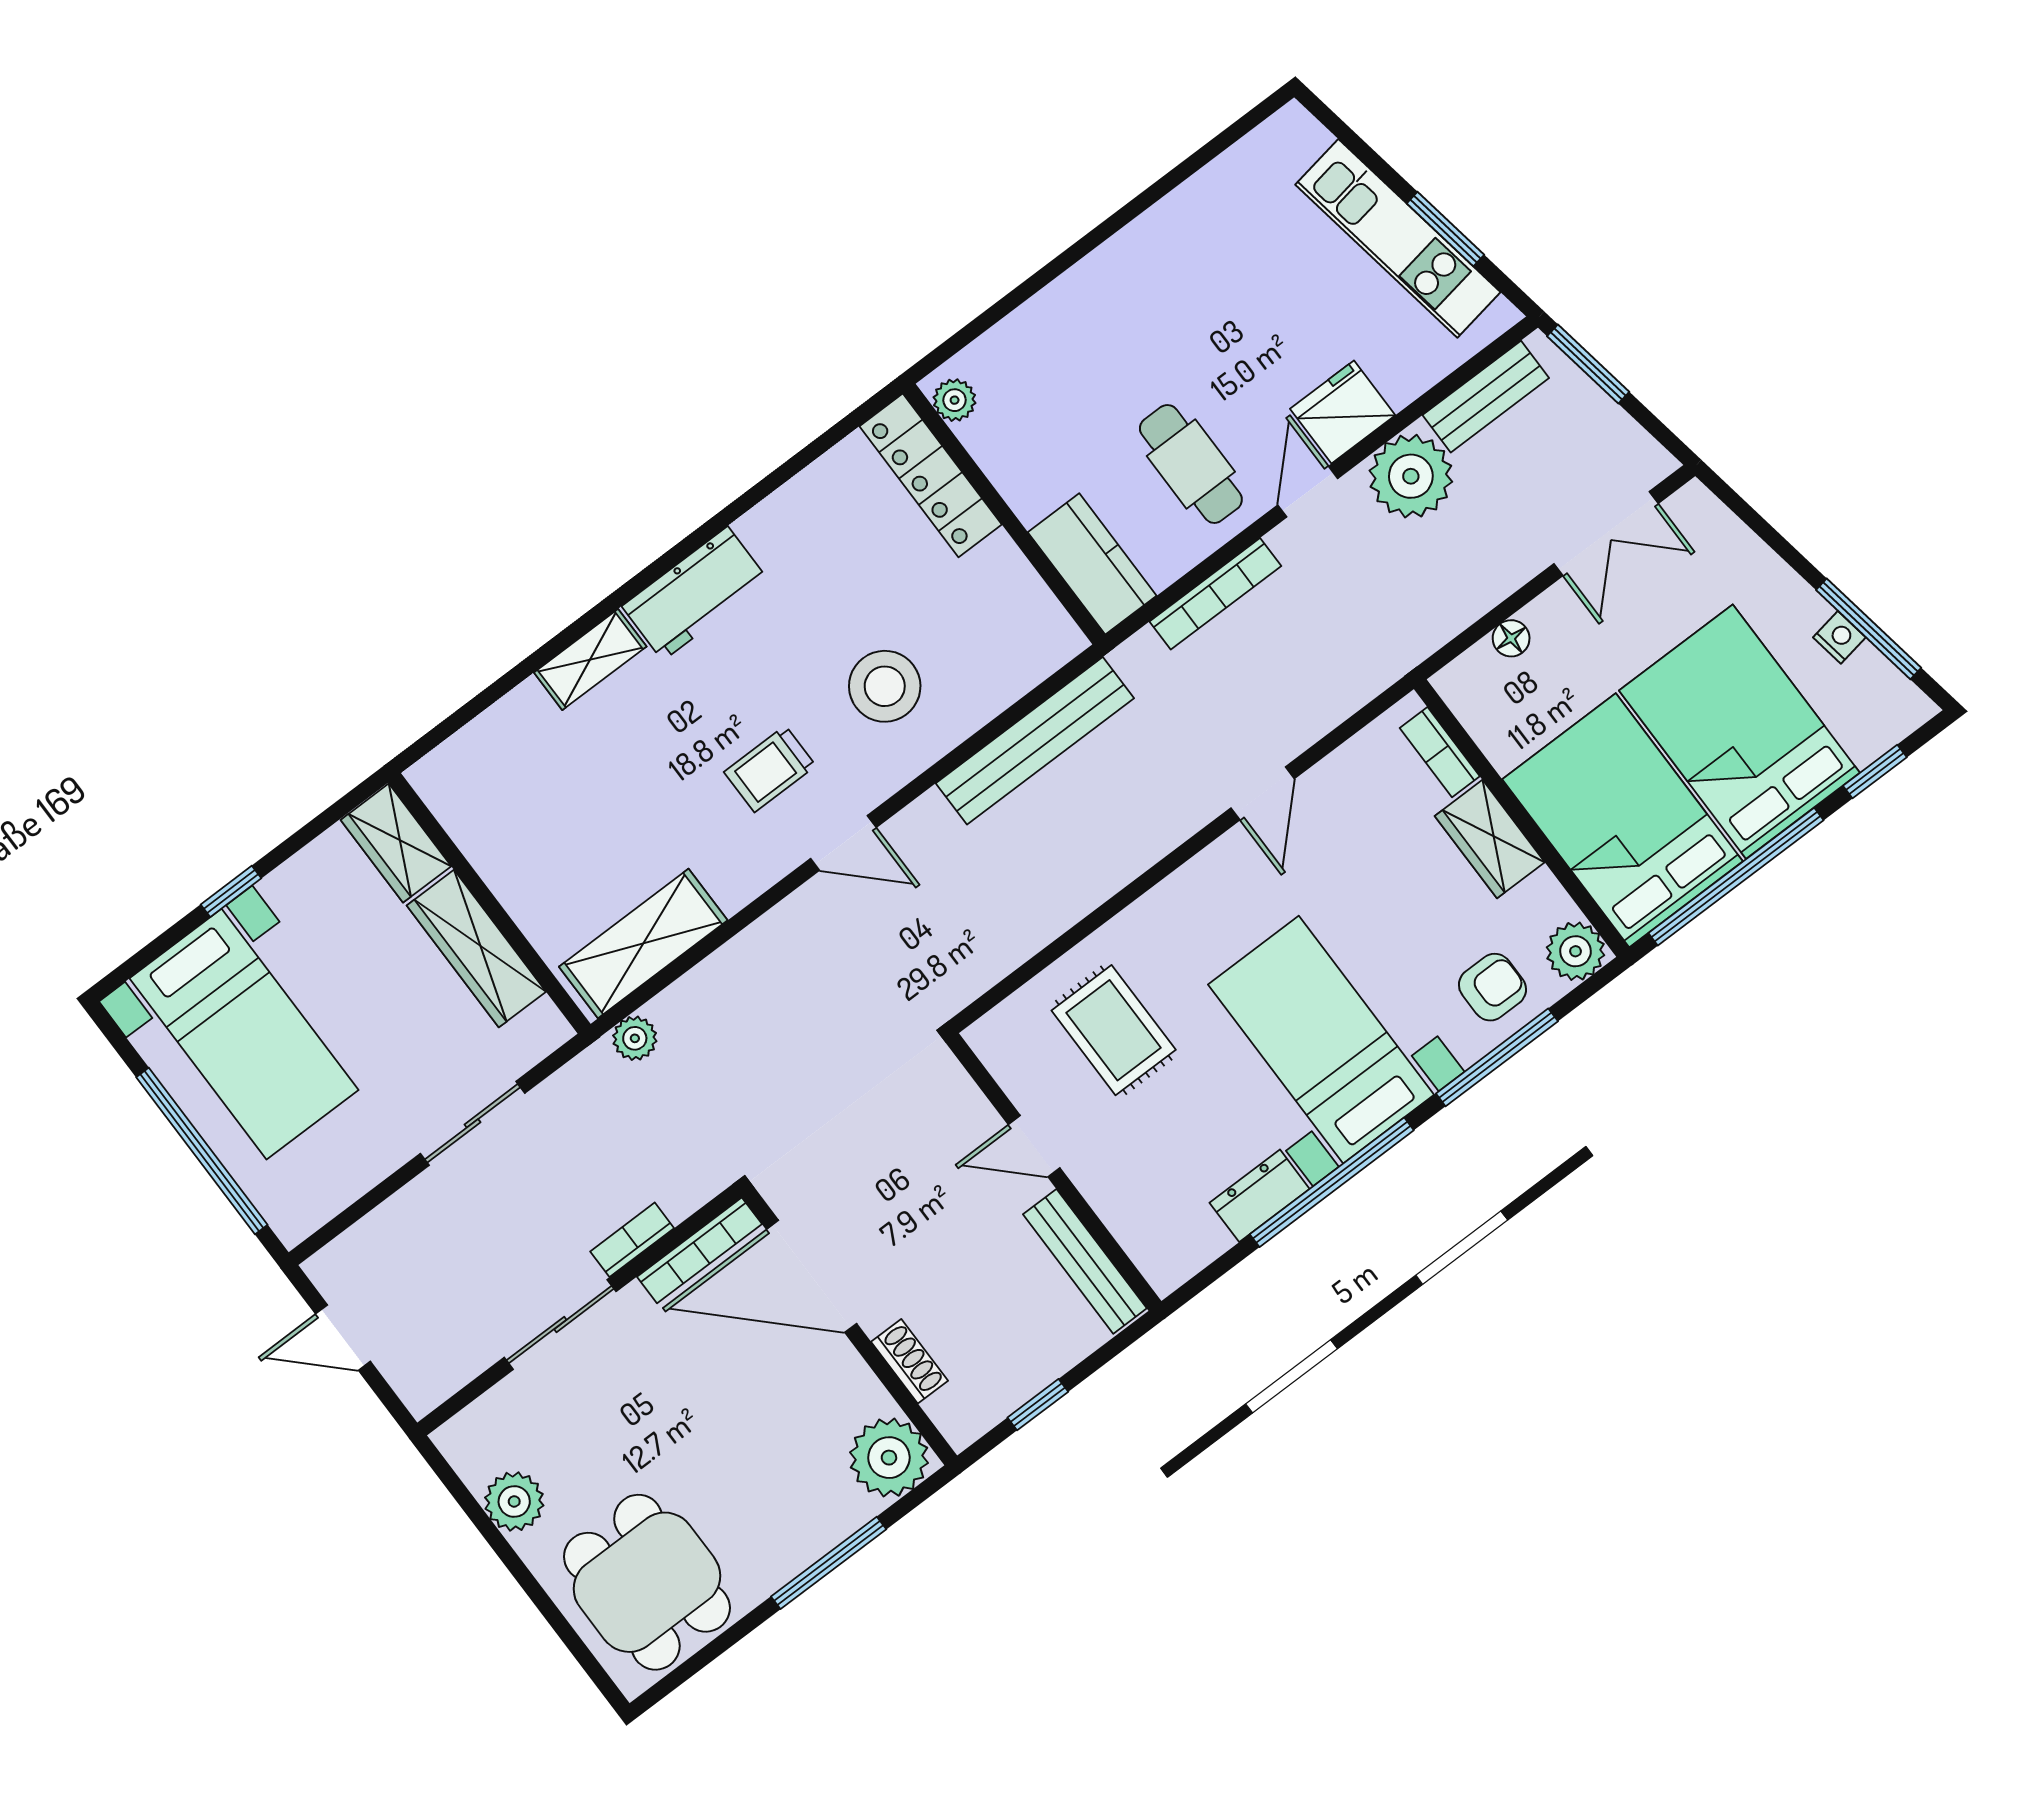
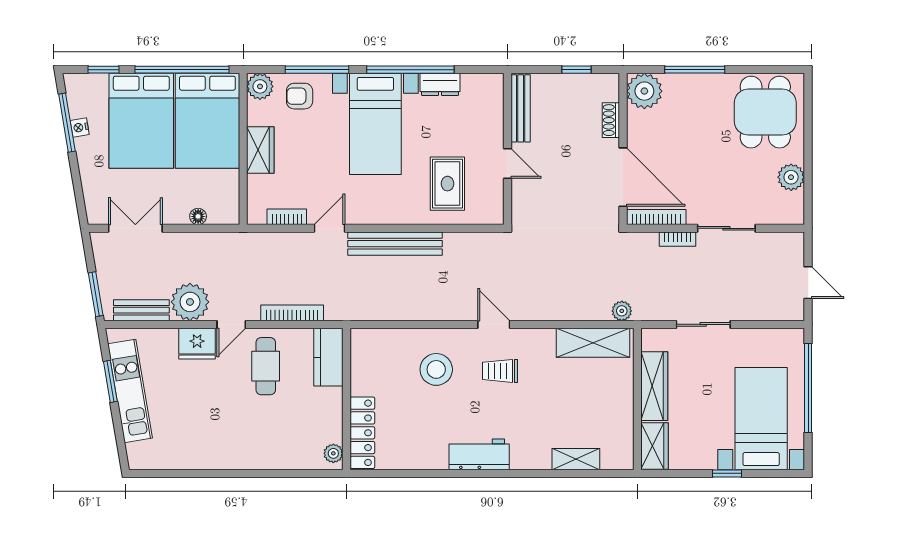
shelving: (590, 660) -> (576, 459), moved
bench: (1035, 741) -> (395, 244), moved
bookcase: (1440, 752) -> (287, 217), moved, turned -90
trolley: (770, 769) -> (500, 371), turned 180

